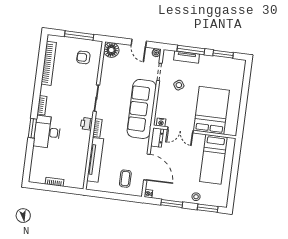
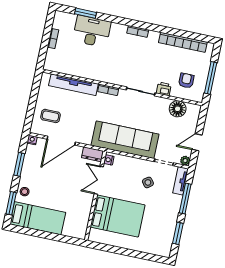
floor lamp: (111, 50) -> (178, 109), moved
tv unit: (187, 57) -> (180, 181), moved
printer: (86, 124) -> (164, 89), moved
window: (32, 128) -> (86, 13), moved
desk: (47, 132) -> (92, 31), moved
bed: (213, 159) -> (38, 218), moved, turned 180

